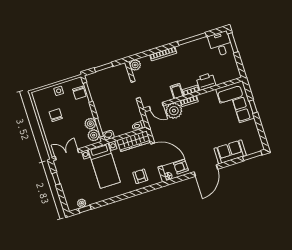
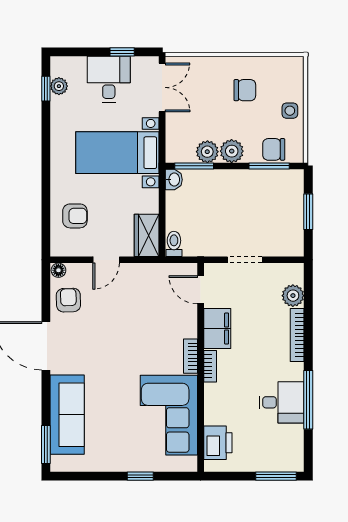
desk: (220, 44) -> (282, 402), moved
plant: (135, 65) -> (293, 296), moved
printer: (206, 81) -> (218, 443), moved
filing cabinet: (177, 91) -> (217, 329), width x2.00
corner sofa: (235, 104) -> (169, 415), moved, turned -90
door: (156, 106) -> (201, 290), hinge flipped
plant: (174, 111) -> (181, 321), removed
plant: (94, 135) -> (232, 151), moved
wardrobe: (134, 141) -> (147, 235), width x0.67
sofa: (230, 152) -> (67, 415), width x1.36
door: (156, 155) -> (106, 260), width x0.53
desk: (71, 181) -> (109, 79), added

